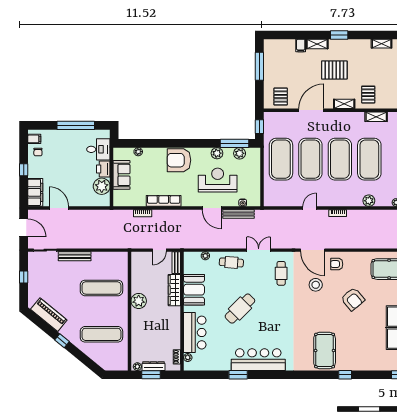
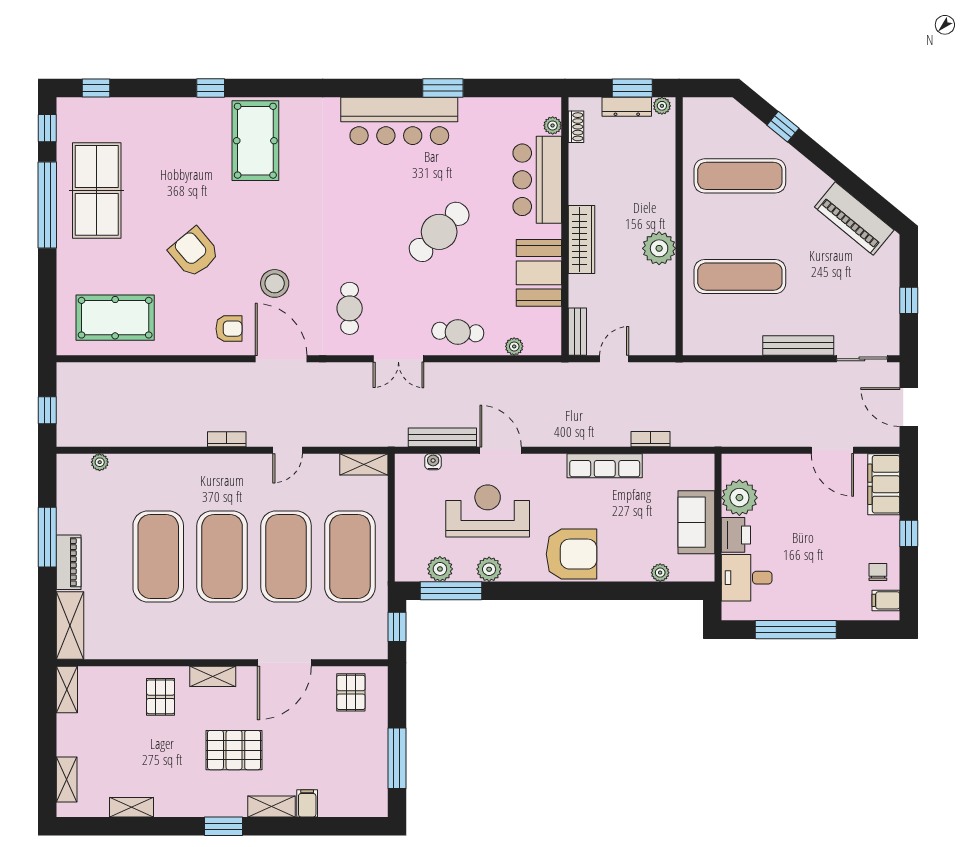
shelving: (376, 117) -> (364, 464), moved
reception desk: (218, 180) -> (488, 511), turned 180
plant: (369, 201) -> (159, 466), removed
wardrobe: (174, 290) -> (582, 240), moved
window: (62, 341) -> (783, 127), moved

